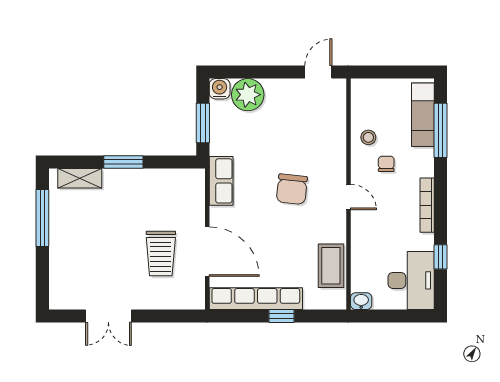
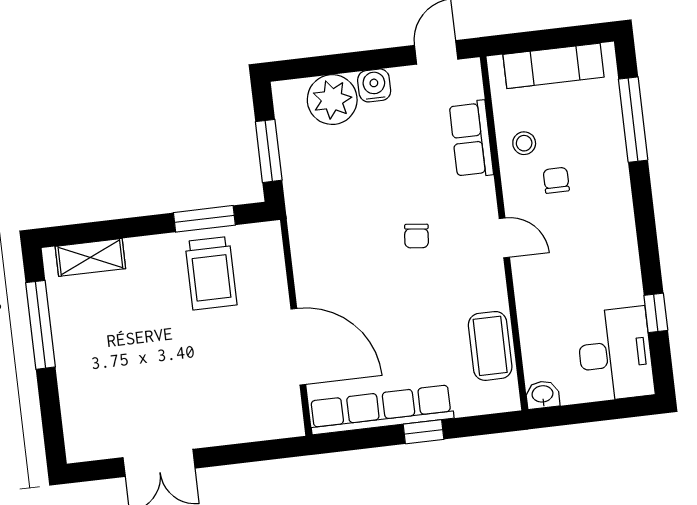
water cooler: (220, 89) -> (374, 85), moved
exam couch: (423, 115) -> (554, 66), moved, turned -90
window: (123, 162) -> (204, 219), moved
row of seats: (221, 181) -> (471, 139), moved, turned 180
chair: (292, 189) -> (417, 236), width x0.54, depth x0.54
bookcase: (427, 205) -> (626, 236), removed
trolley: (161, 253) -> (211, 273), moved

